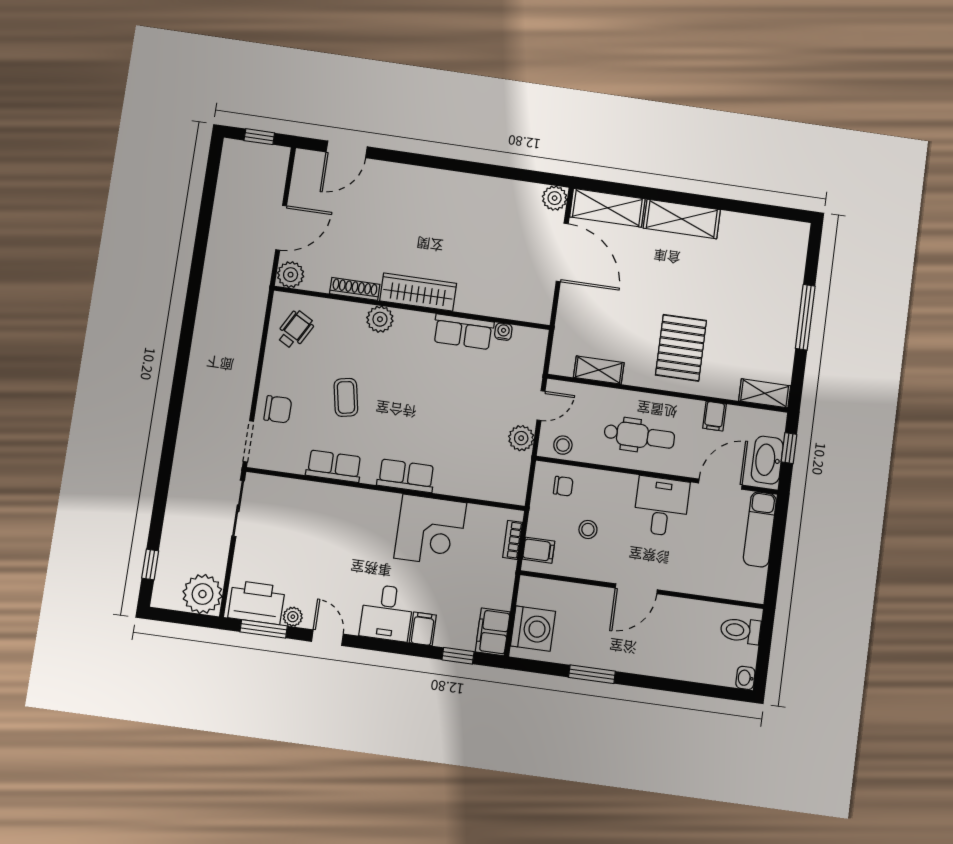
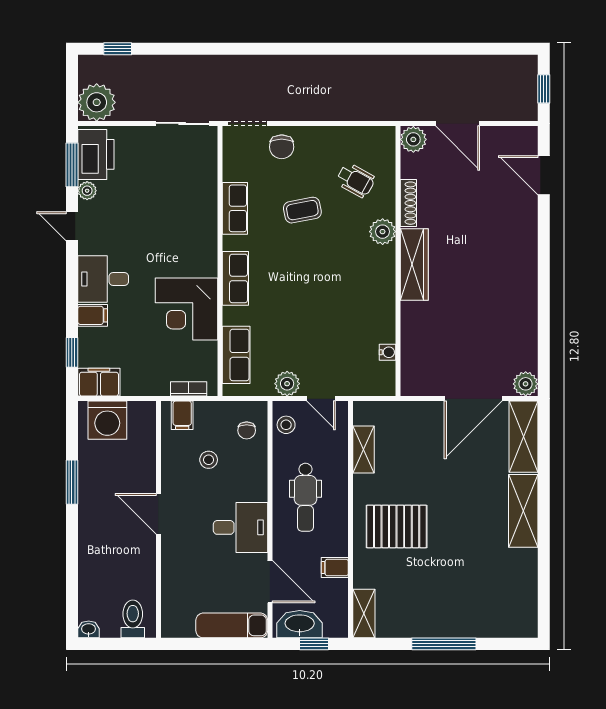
wheelchair: (295, 330) -> (356, 180), moved
row of seats: (463, 332) -> (236, 355), moved, turned 180
door: (327, 638) -> (72, 226), swing flipped

